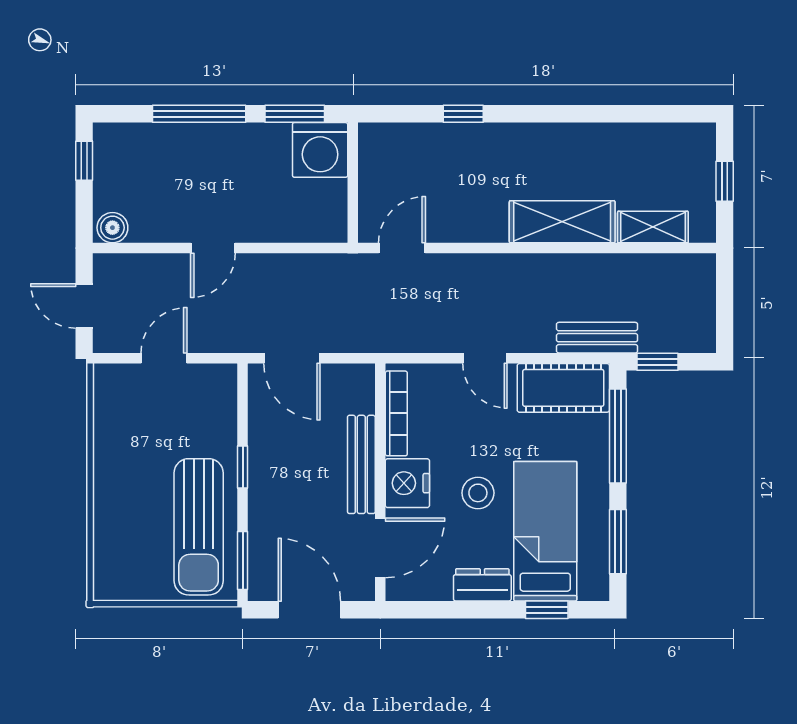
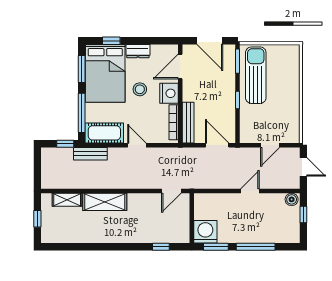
window: (463, 114) -> (161, 247), moved
window: (84, 161) -> (303, 214), moved
bench: (361, 464) -> (188, 123), moved
bed: (545, 531) -> (105, 73), width x1.50

